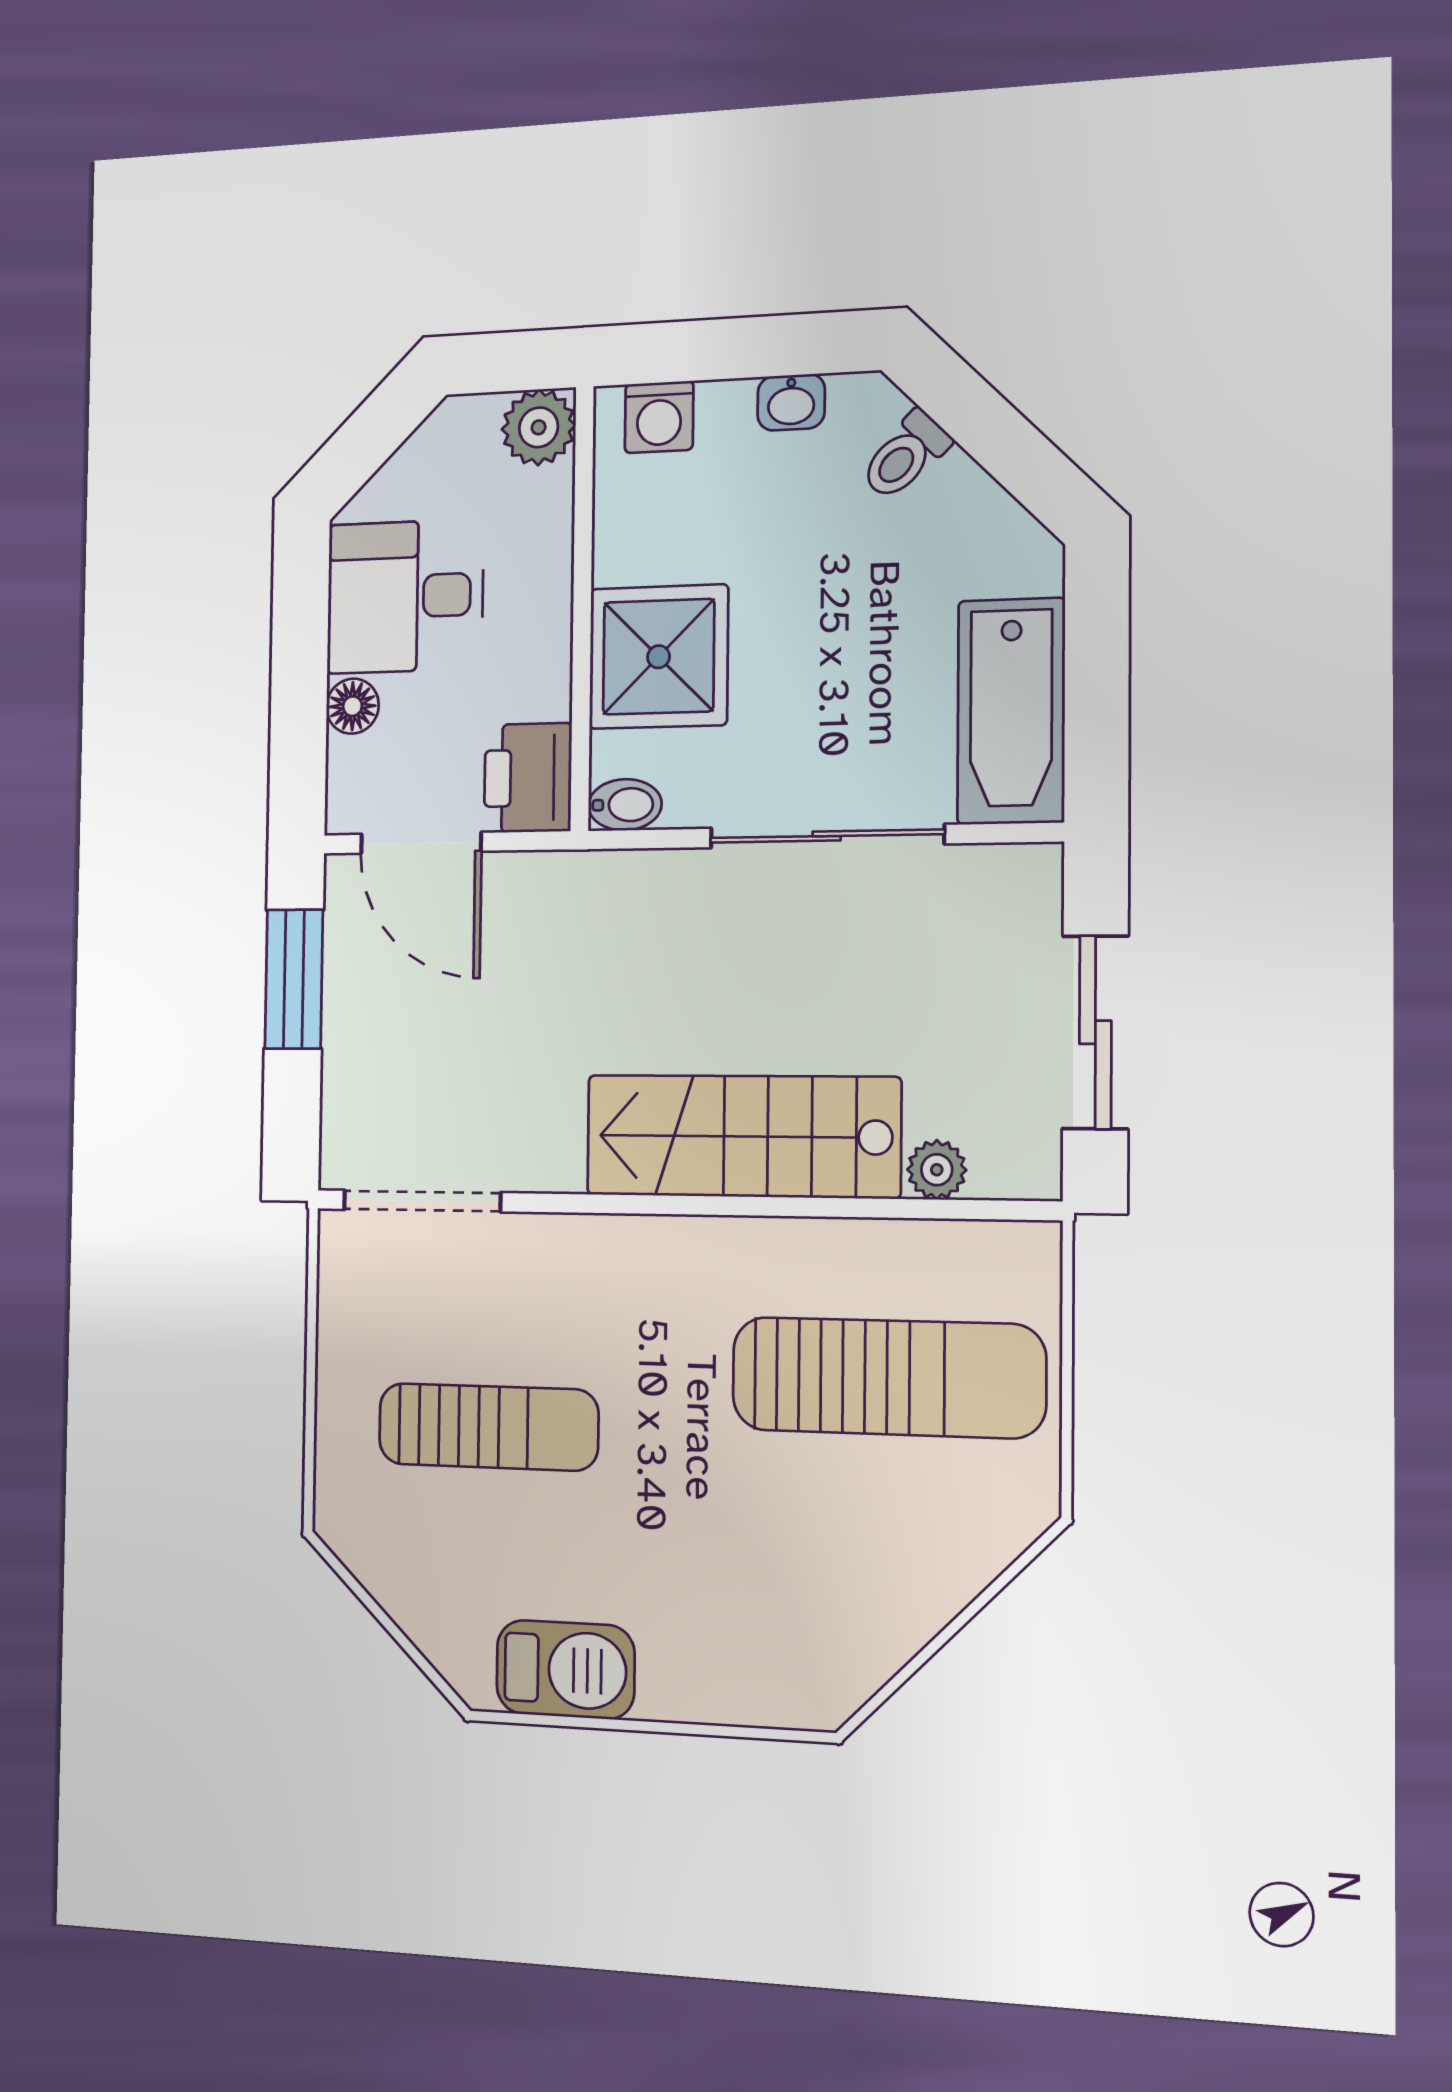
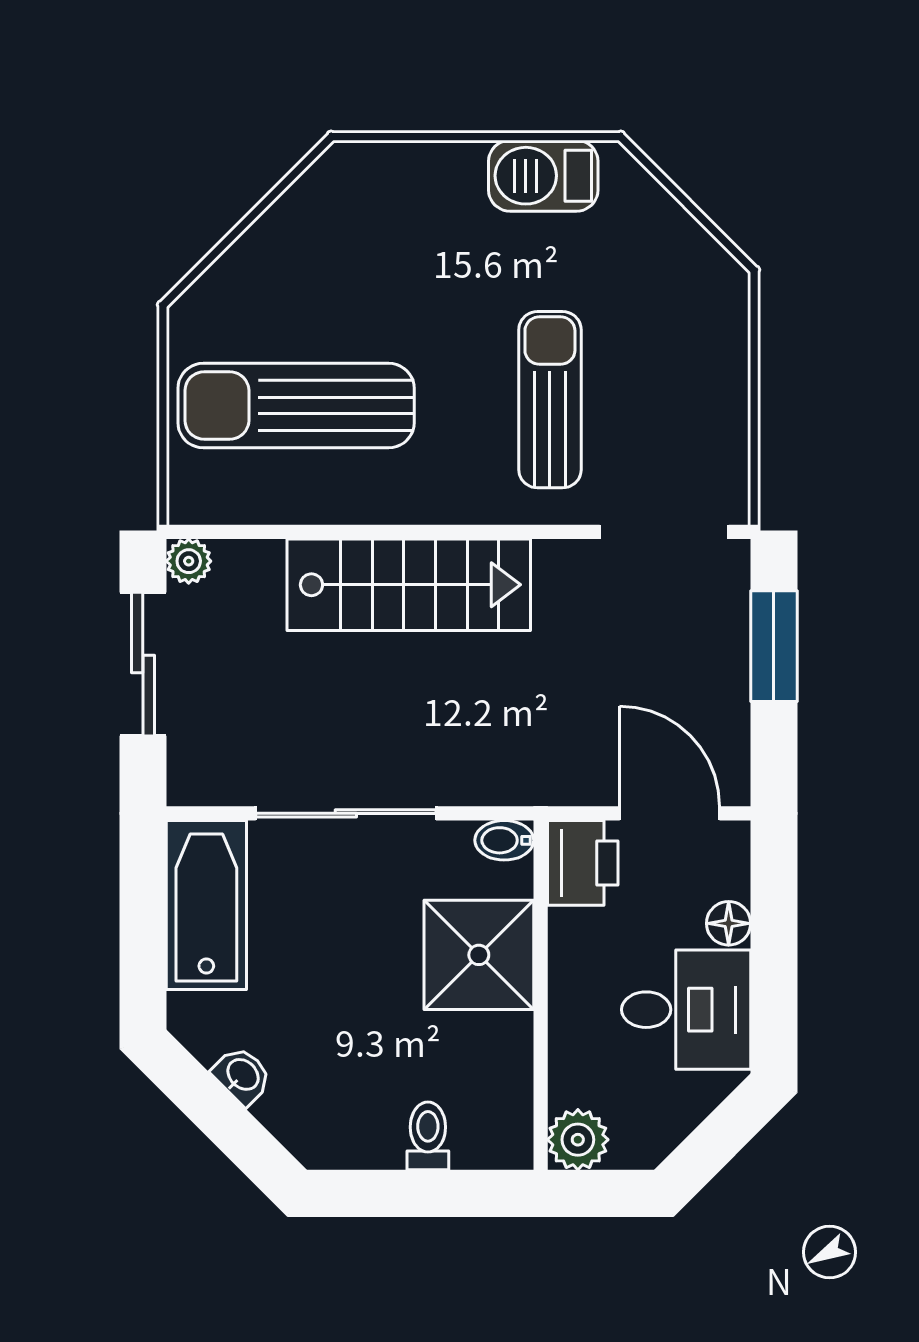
washbasin: (791, 402) -> (242, 1075), moved, turned 45
washing machine: (659, 417) -> (481, 1143), removed
toilet: (905, 456) -> (428, 1136), moved, turned -45
window: (294, 979) -> (774, 646), moved
plant: (937, 1170) -> (189, 561), moved
sun lounger: (488, 1427) -> (550, 400), moved, turned 90

